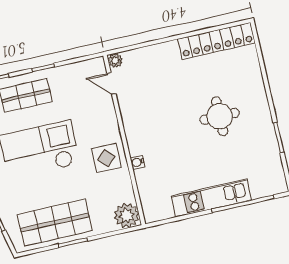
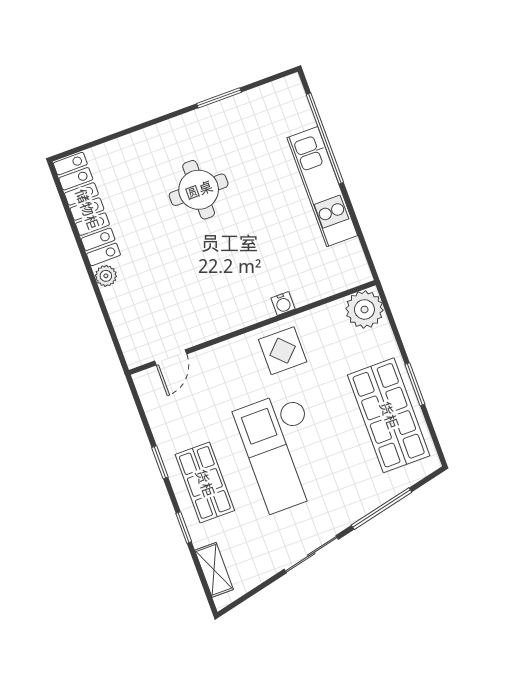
plant: (115, 60) -> (106, 276), moved

